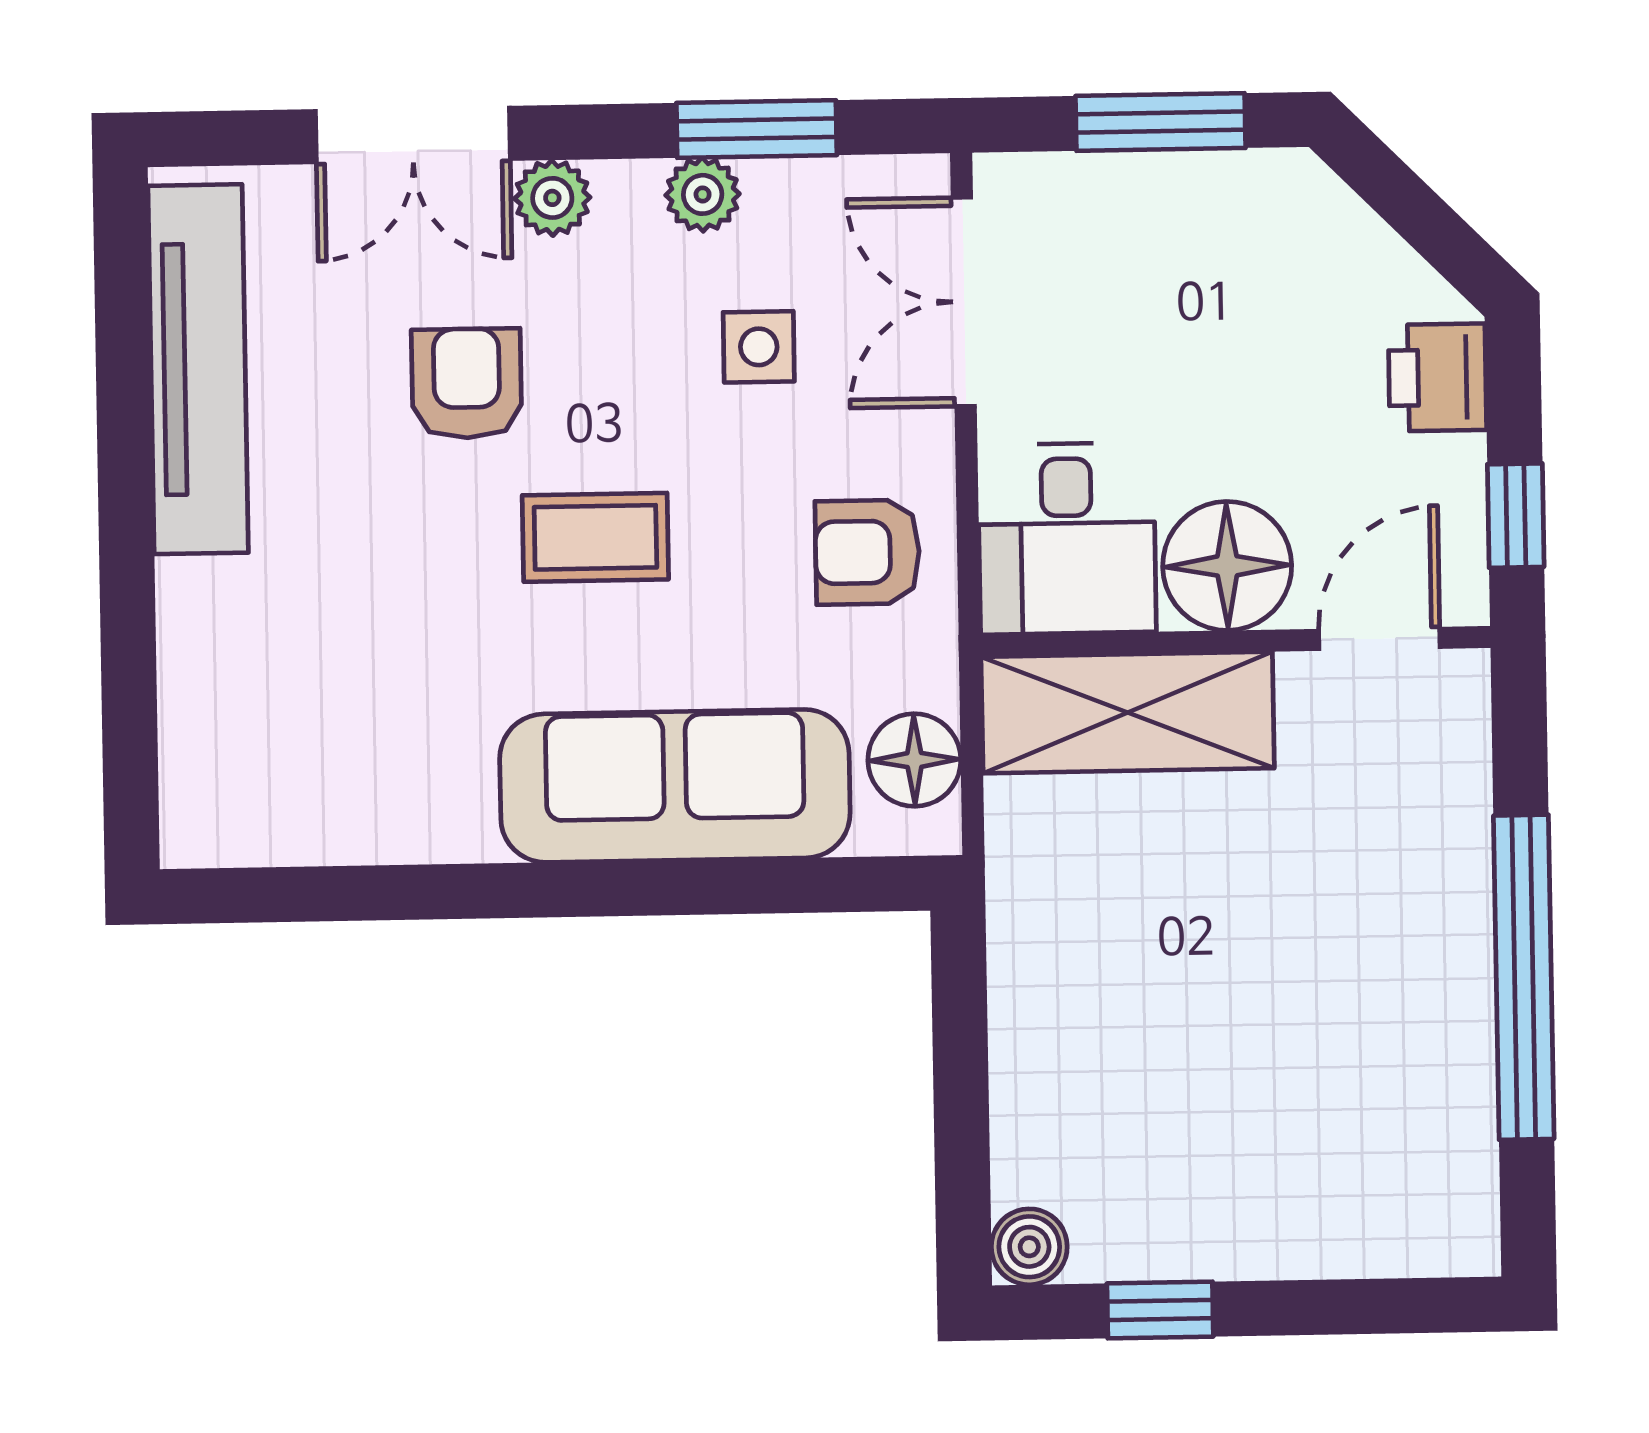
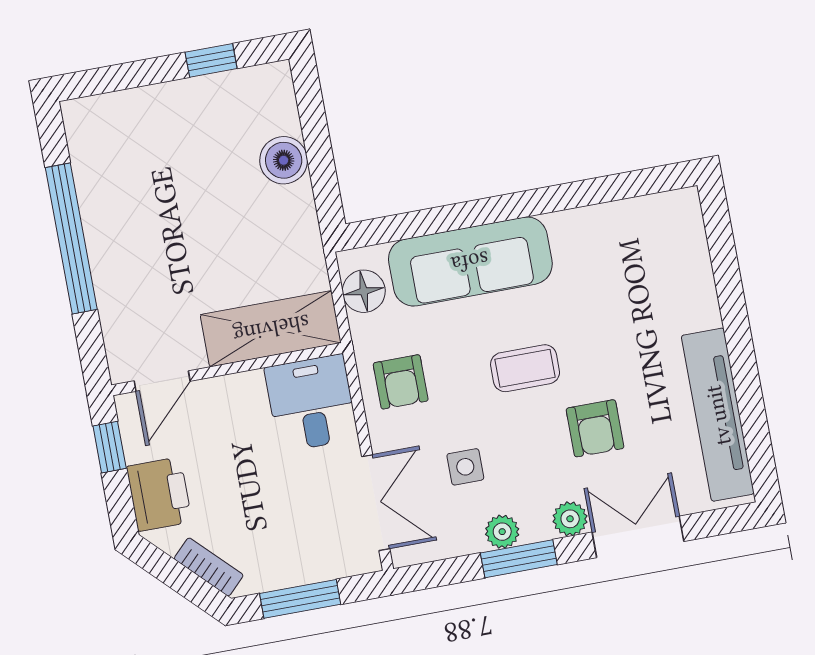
window: (757, 129) -> (519, 559), moved
bookcase: (1346, 223) -> (209, 567), added
printer: (1437, 377) -> (159, 494), width x1.36, depth x1.24
armchair: (867, 552) -> (401, 382), turned 90
floor lamp: (1227, 566) -> (237, 403), removed
boiler: (1029, 1247) -> (284, 160), moved, width x1.36, depth x1.36

